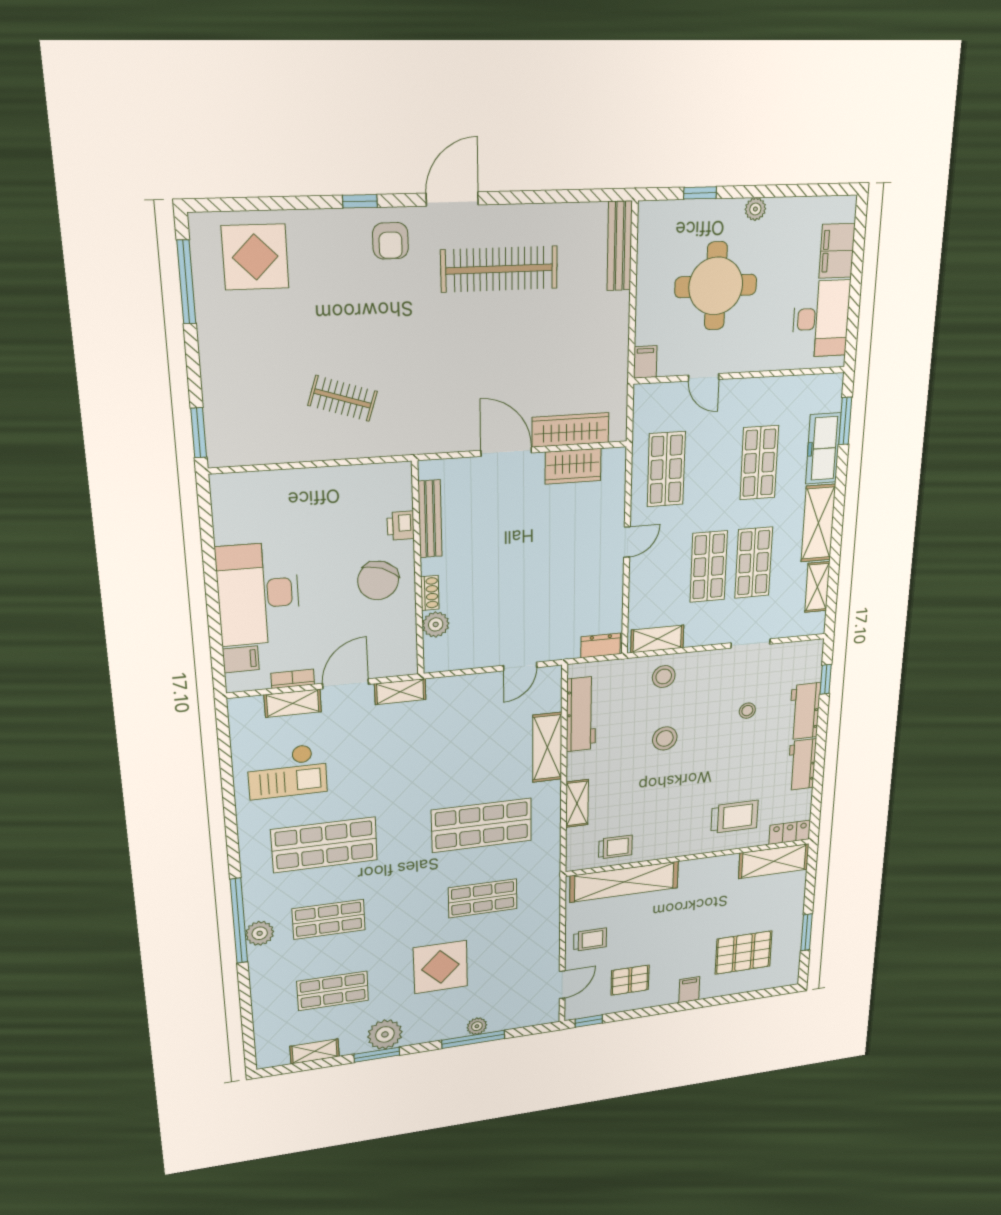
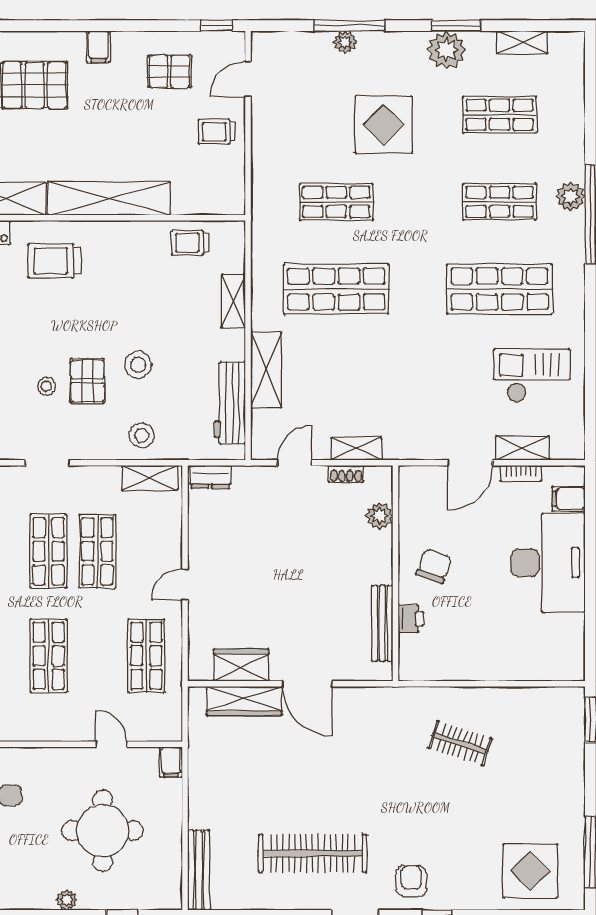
chair: (378, 580) -> (434, 566), width x0.73, depth x0.73
shoe rack: (430, 593) -> (346, 474), moved, turned -90
shelving: (400, 692) -> (357, 449), moved
pallet: (711, 719) -> (87, 381), added
shelving: (624, 882) -> (109, 198), moved

